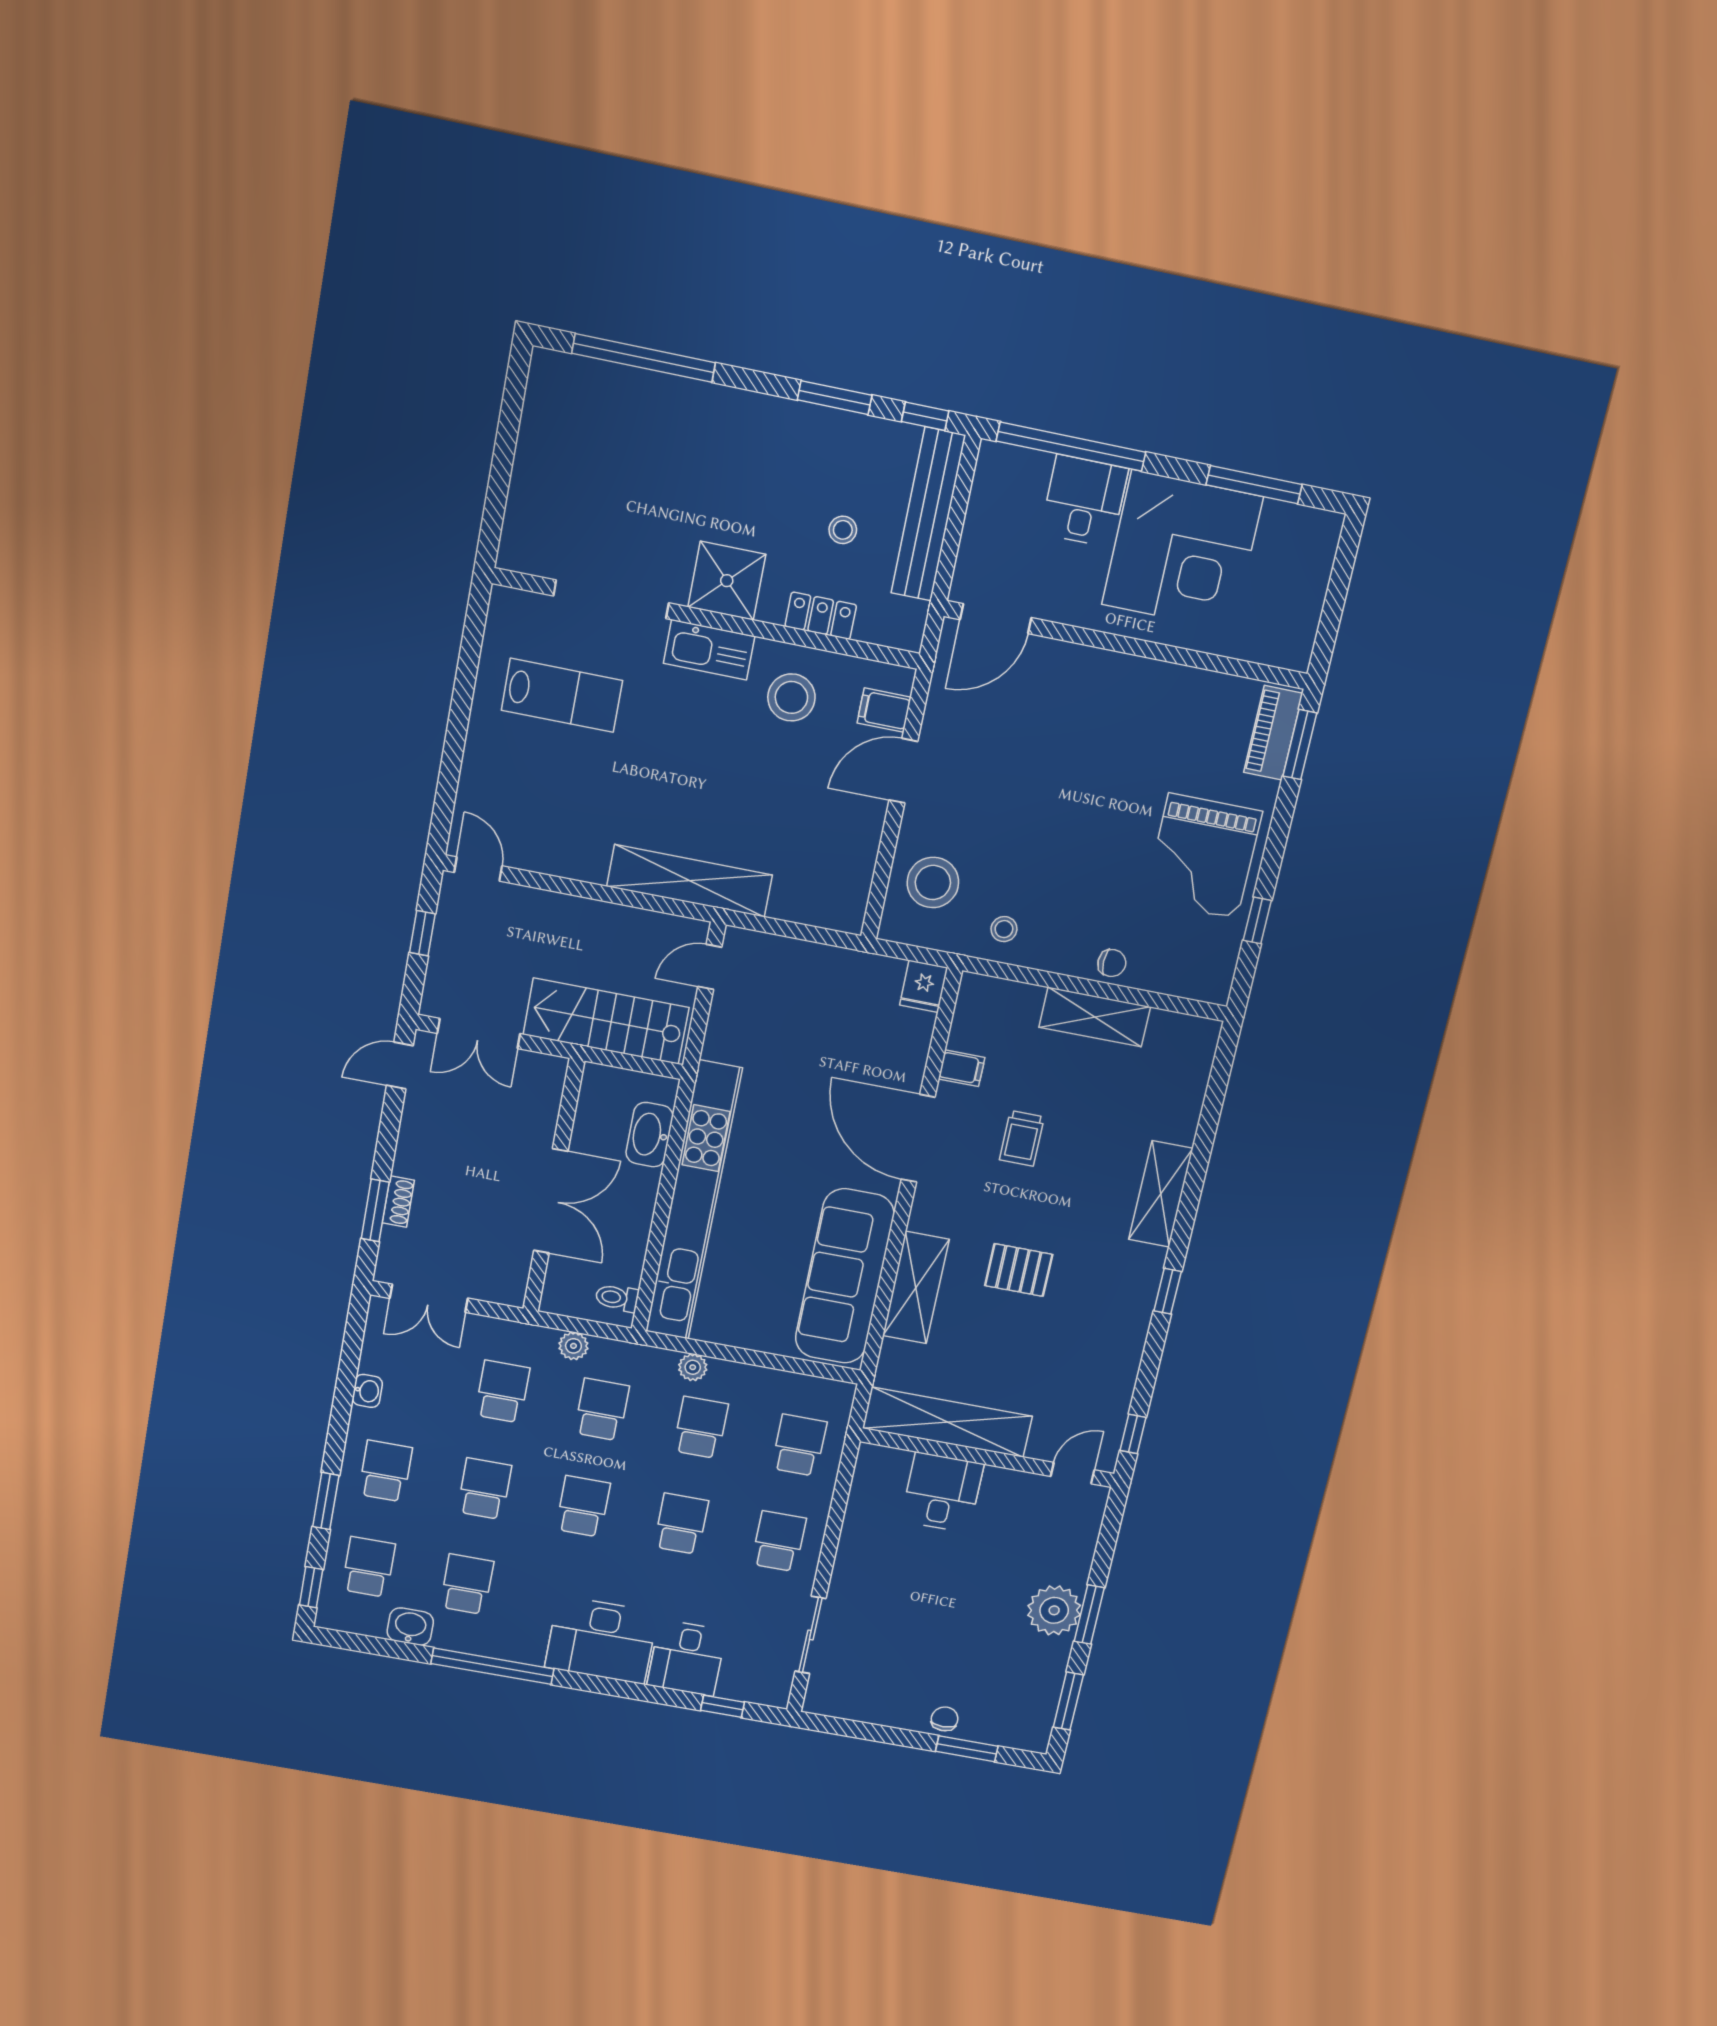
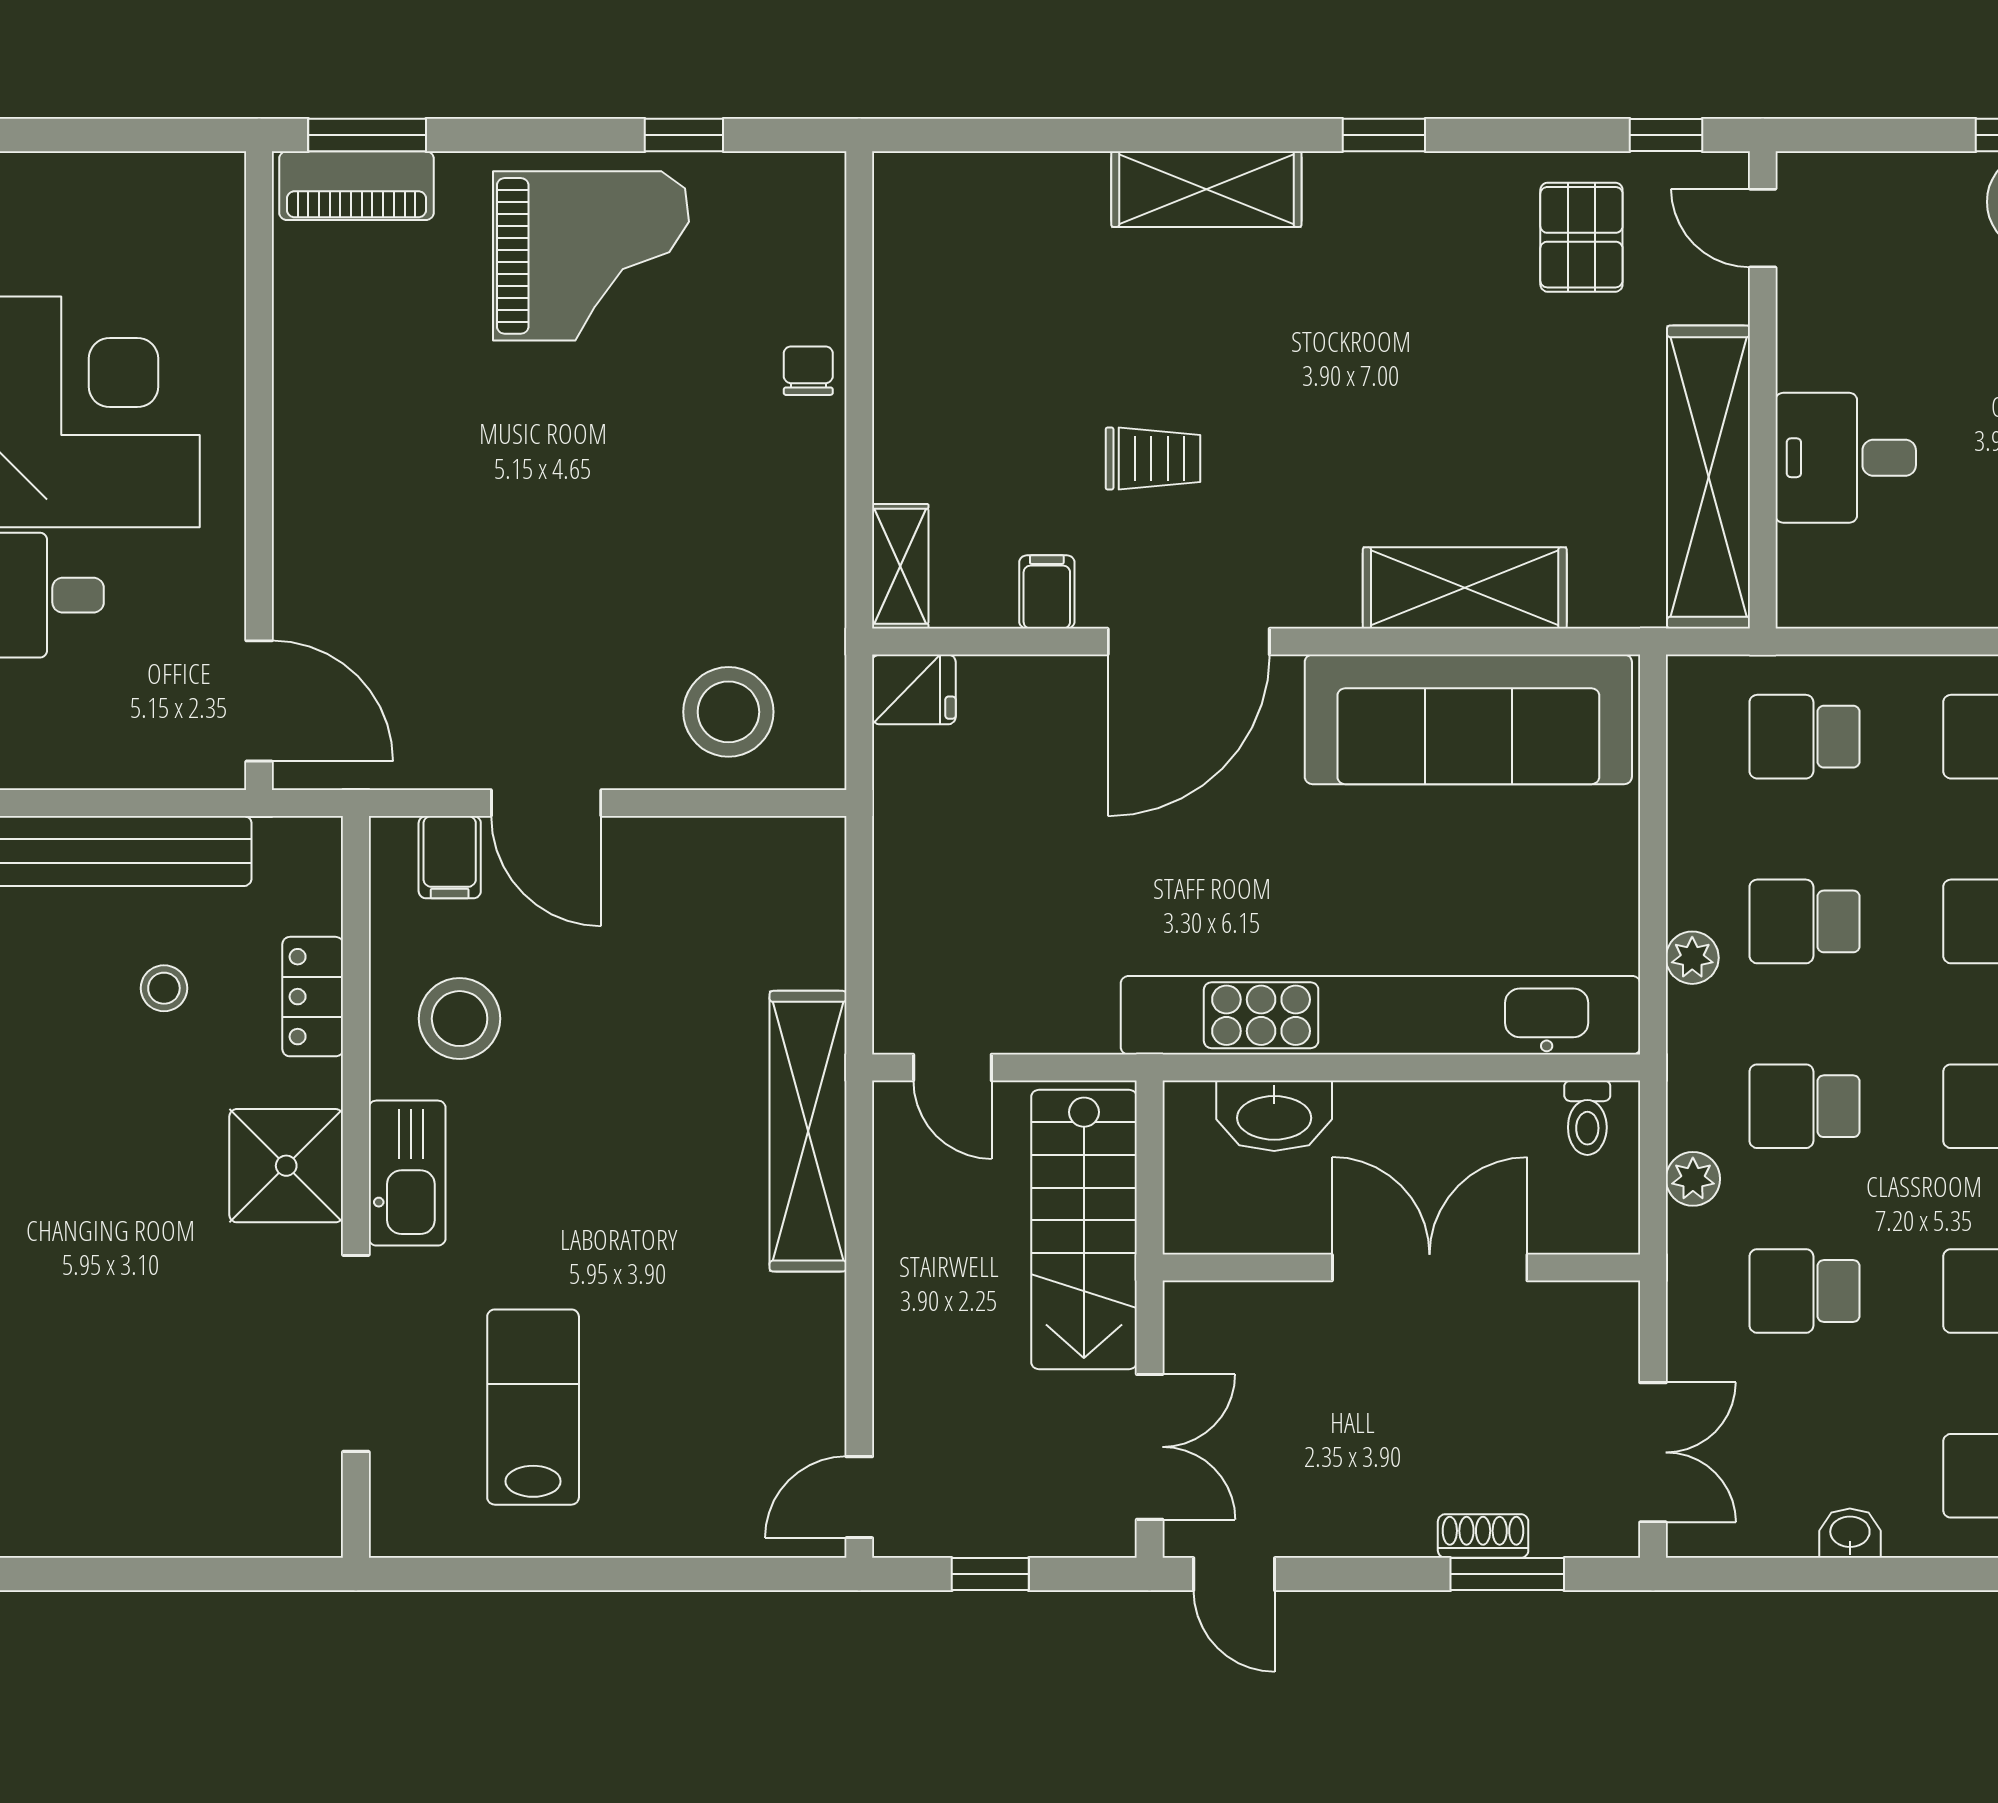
stool: (1004, 929) -> (785, 571), removed
shelving: (1095, 1017) -> (900, 566), moved, width x0.67, depth x0.75
pallet: (1019, 1270) -> (1581, 237), moved

